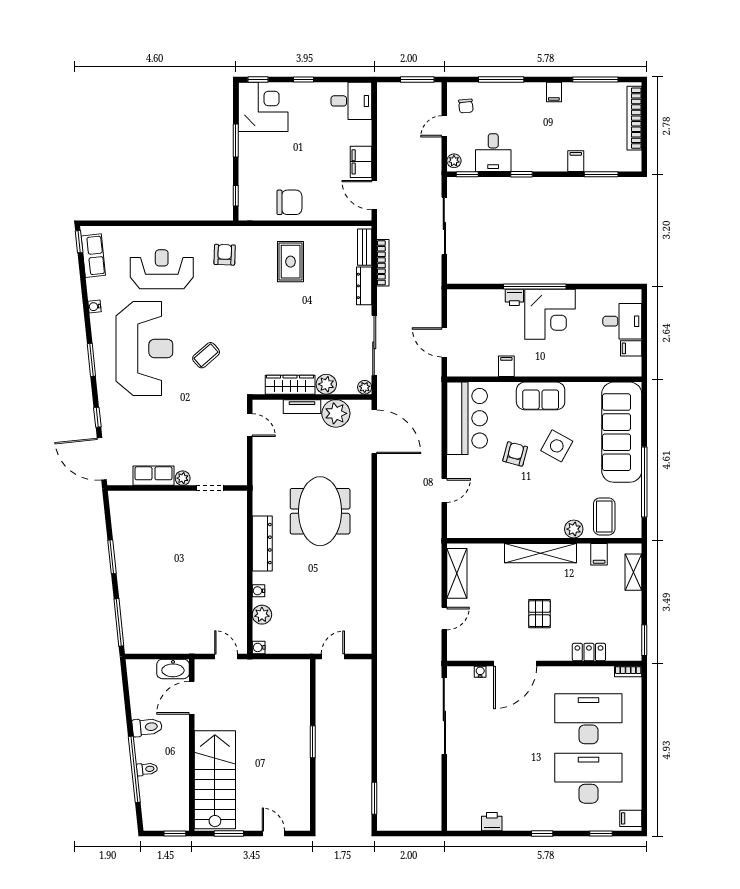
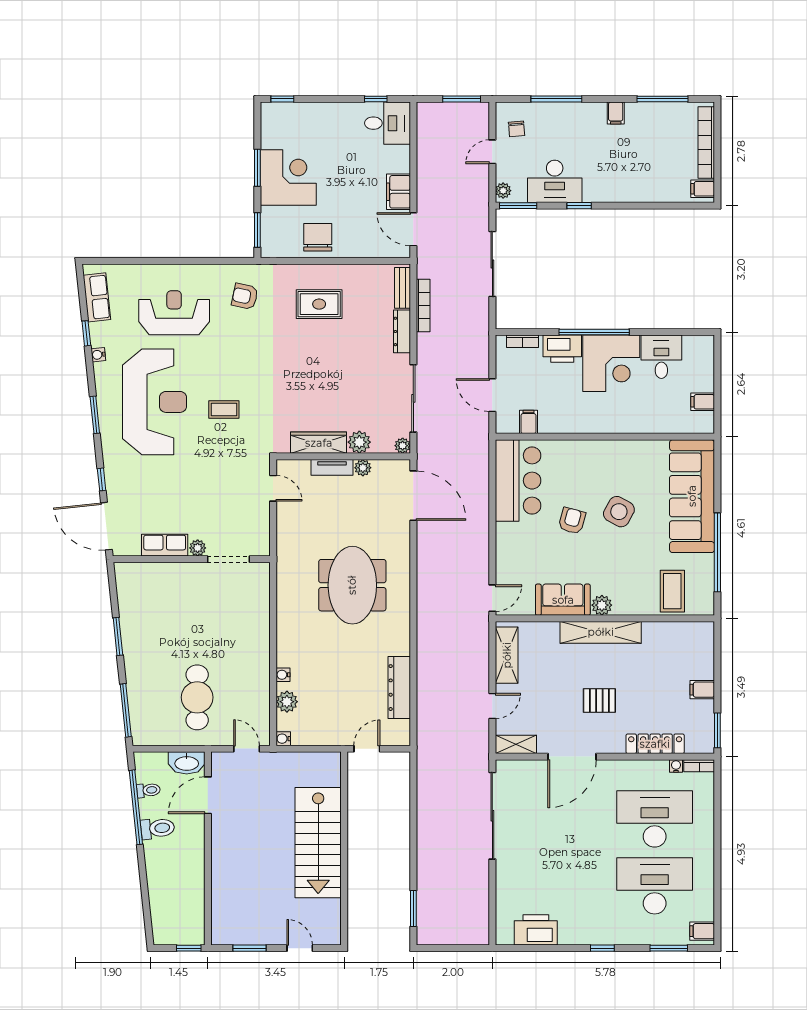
window: (304, 79) -> (376, 99), moved
corner desk: (263, 107) -> (288, 178), moved
desk: (493, 153) -> (555, 181), width x1.37
filing cabinet: (576, 161) -> (703, 189), moved, turned -90
window: (467, 174) -> (518, 206), width x1.50
window: (601, 174) -> (669, 206), removed
window: (236, 196) -> (257, 230), width x1.50
chair: (289, 202) -> (318, 237), turned -90
window: (79, 242) -> (86, 333), moved
armchair: (225, 255) -> (245, 296), turned -80
rug: (291, 262) -> (319, 304), turned 90
bookcase: (471, 295) -> (522, 341), added
printer: (514, 297) -> (562, 349), width x1.87, depth x1.48
desk: (622, 321) -> (661, 357), moved, turned -90
coffee table: (206, 355) -> (224, 410), turned 41
filing cabinet: (506, 366) -> (528, 422), moved
sofa: (541, 396) -> (563, 600), moved, turned 180
plant: (336, 413) -> (363, 468), width x0.53, depth x0.53
doorway: (210, 488) -> (228, 559), width x1.38
door: (444, 490) -> (492, 598), moved
plant: (574, 529) -> (602, 605), moved
dresser: (262, 544) -> (399, 688), moved, turned 180
filing cabinet: (599, 554) -> (702, 690), moved, turned 90
shelving: (633, 572) -> (516, 744), moved, turned 90
cafe table: (182, 611) -> (197, 697), added
pallet: (539, 614) -> (599, 701), turned 90
locker: (589, 652) -> (655, 744), width x1.53
water cooler: (480, 672) -> (676, 766), moved
window: (313, 742) -> (344, 845), removed
window: (134, 769) -> (136, 807), moved
toilet: (147, 769) -> (148, 790), moved
stairs: (215, 780) -> (318, 843), moved, turned 180
printer: (492, 822) -> (536, 930), width x1.87, depth x1.48
window: (601, 834) -> (669, 948), width x1.50

